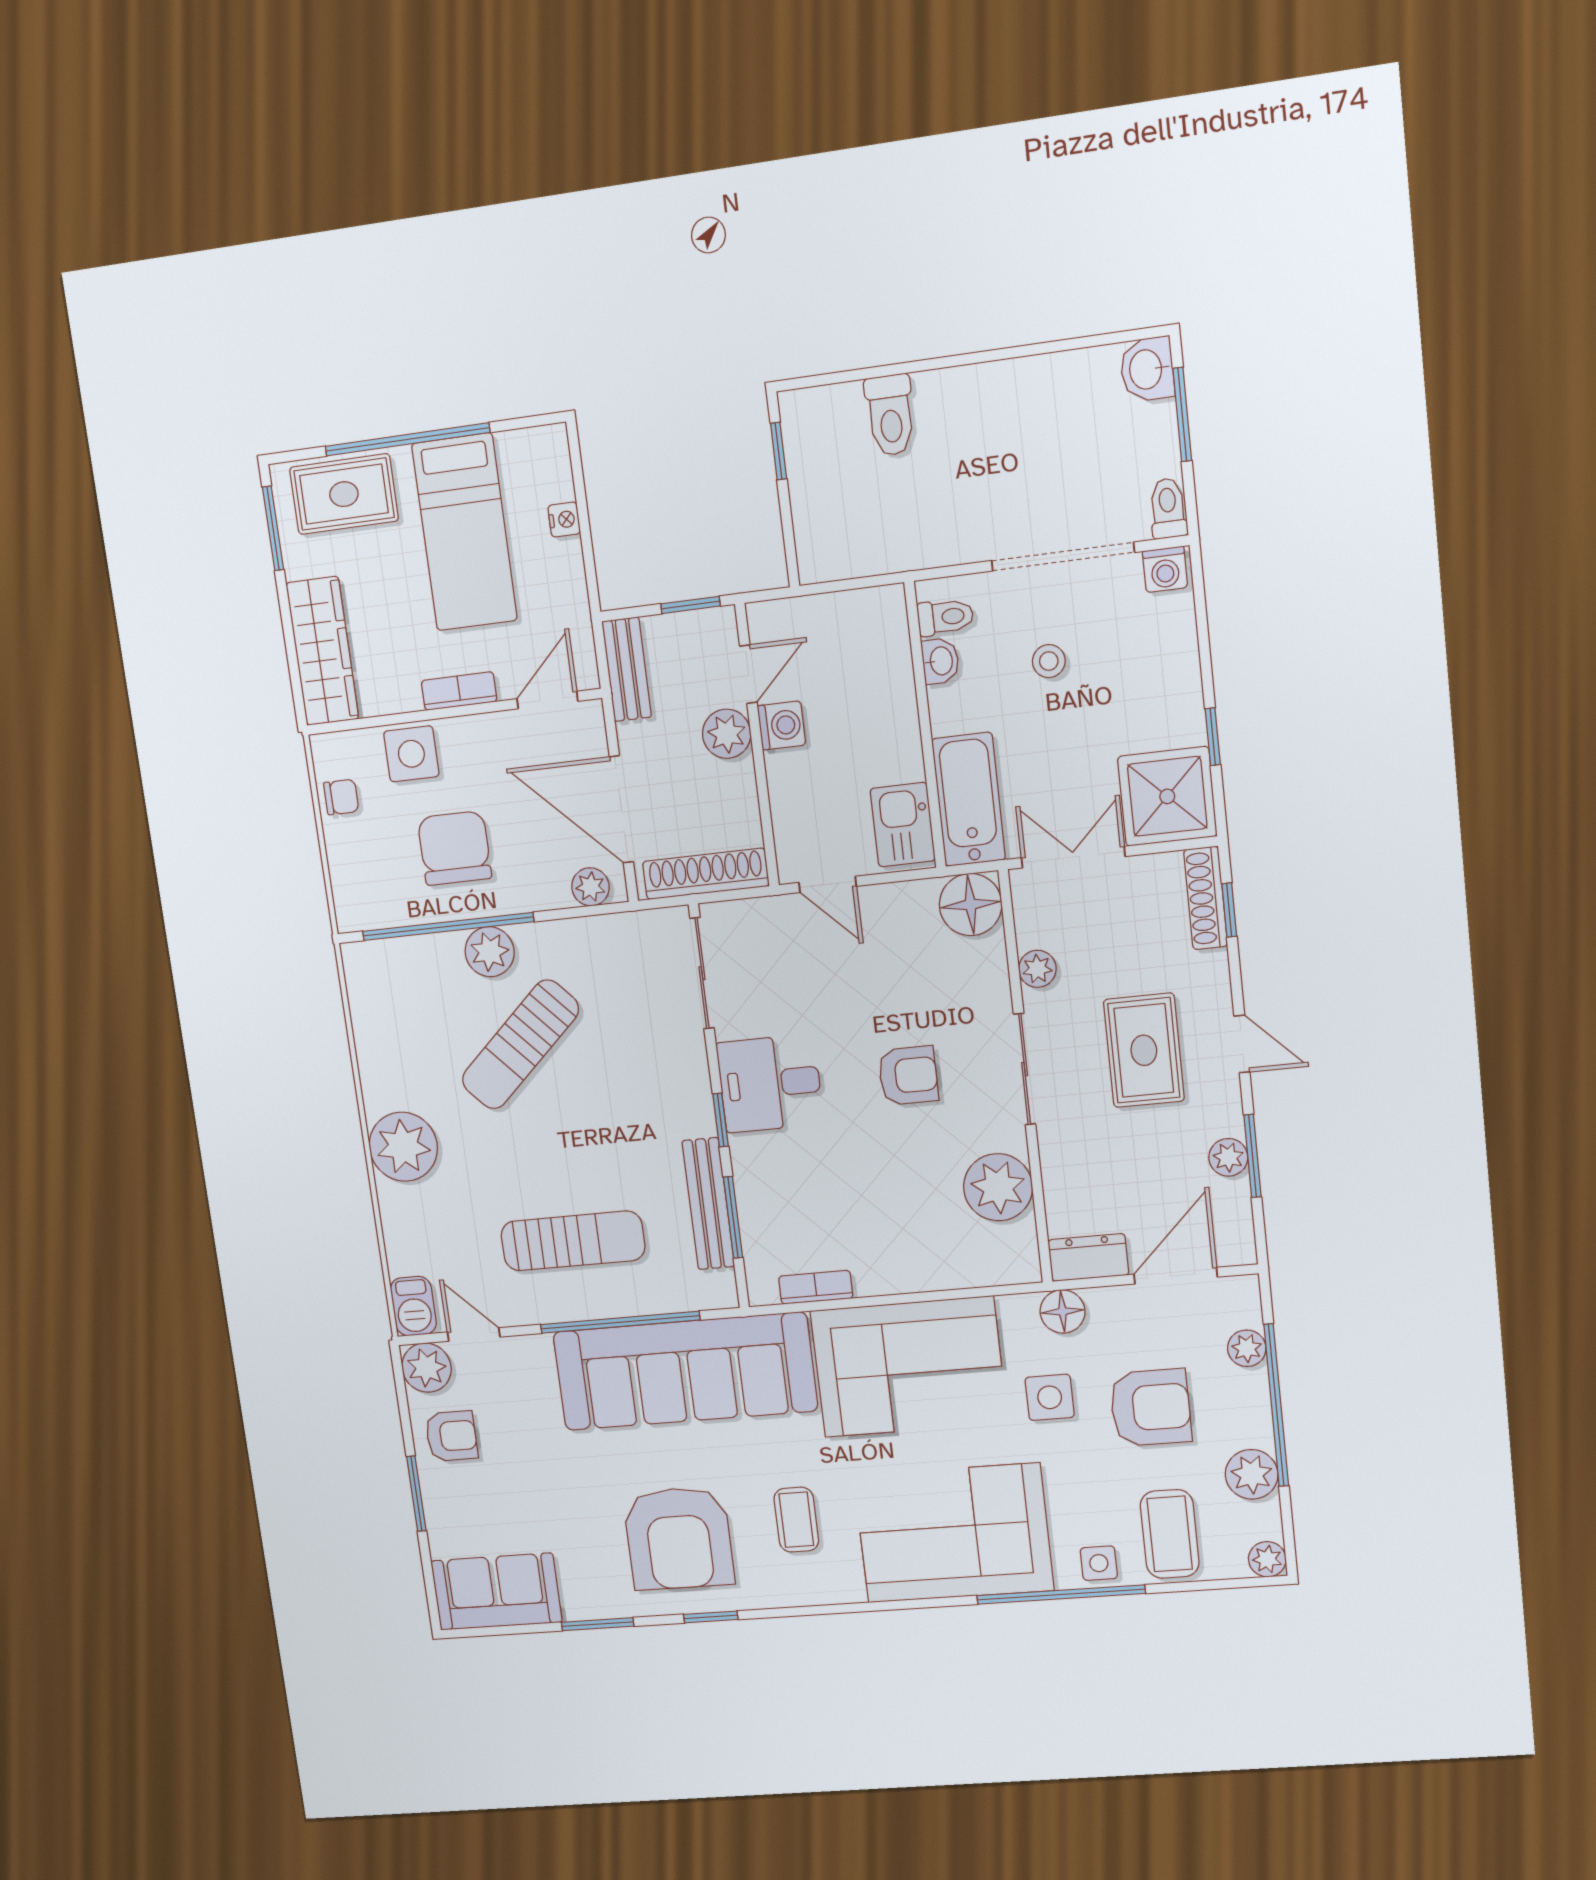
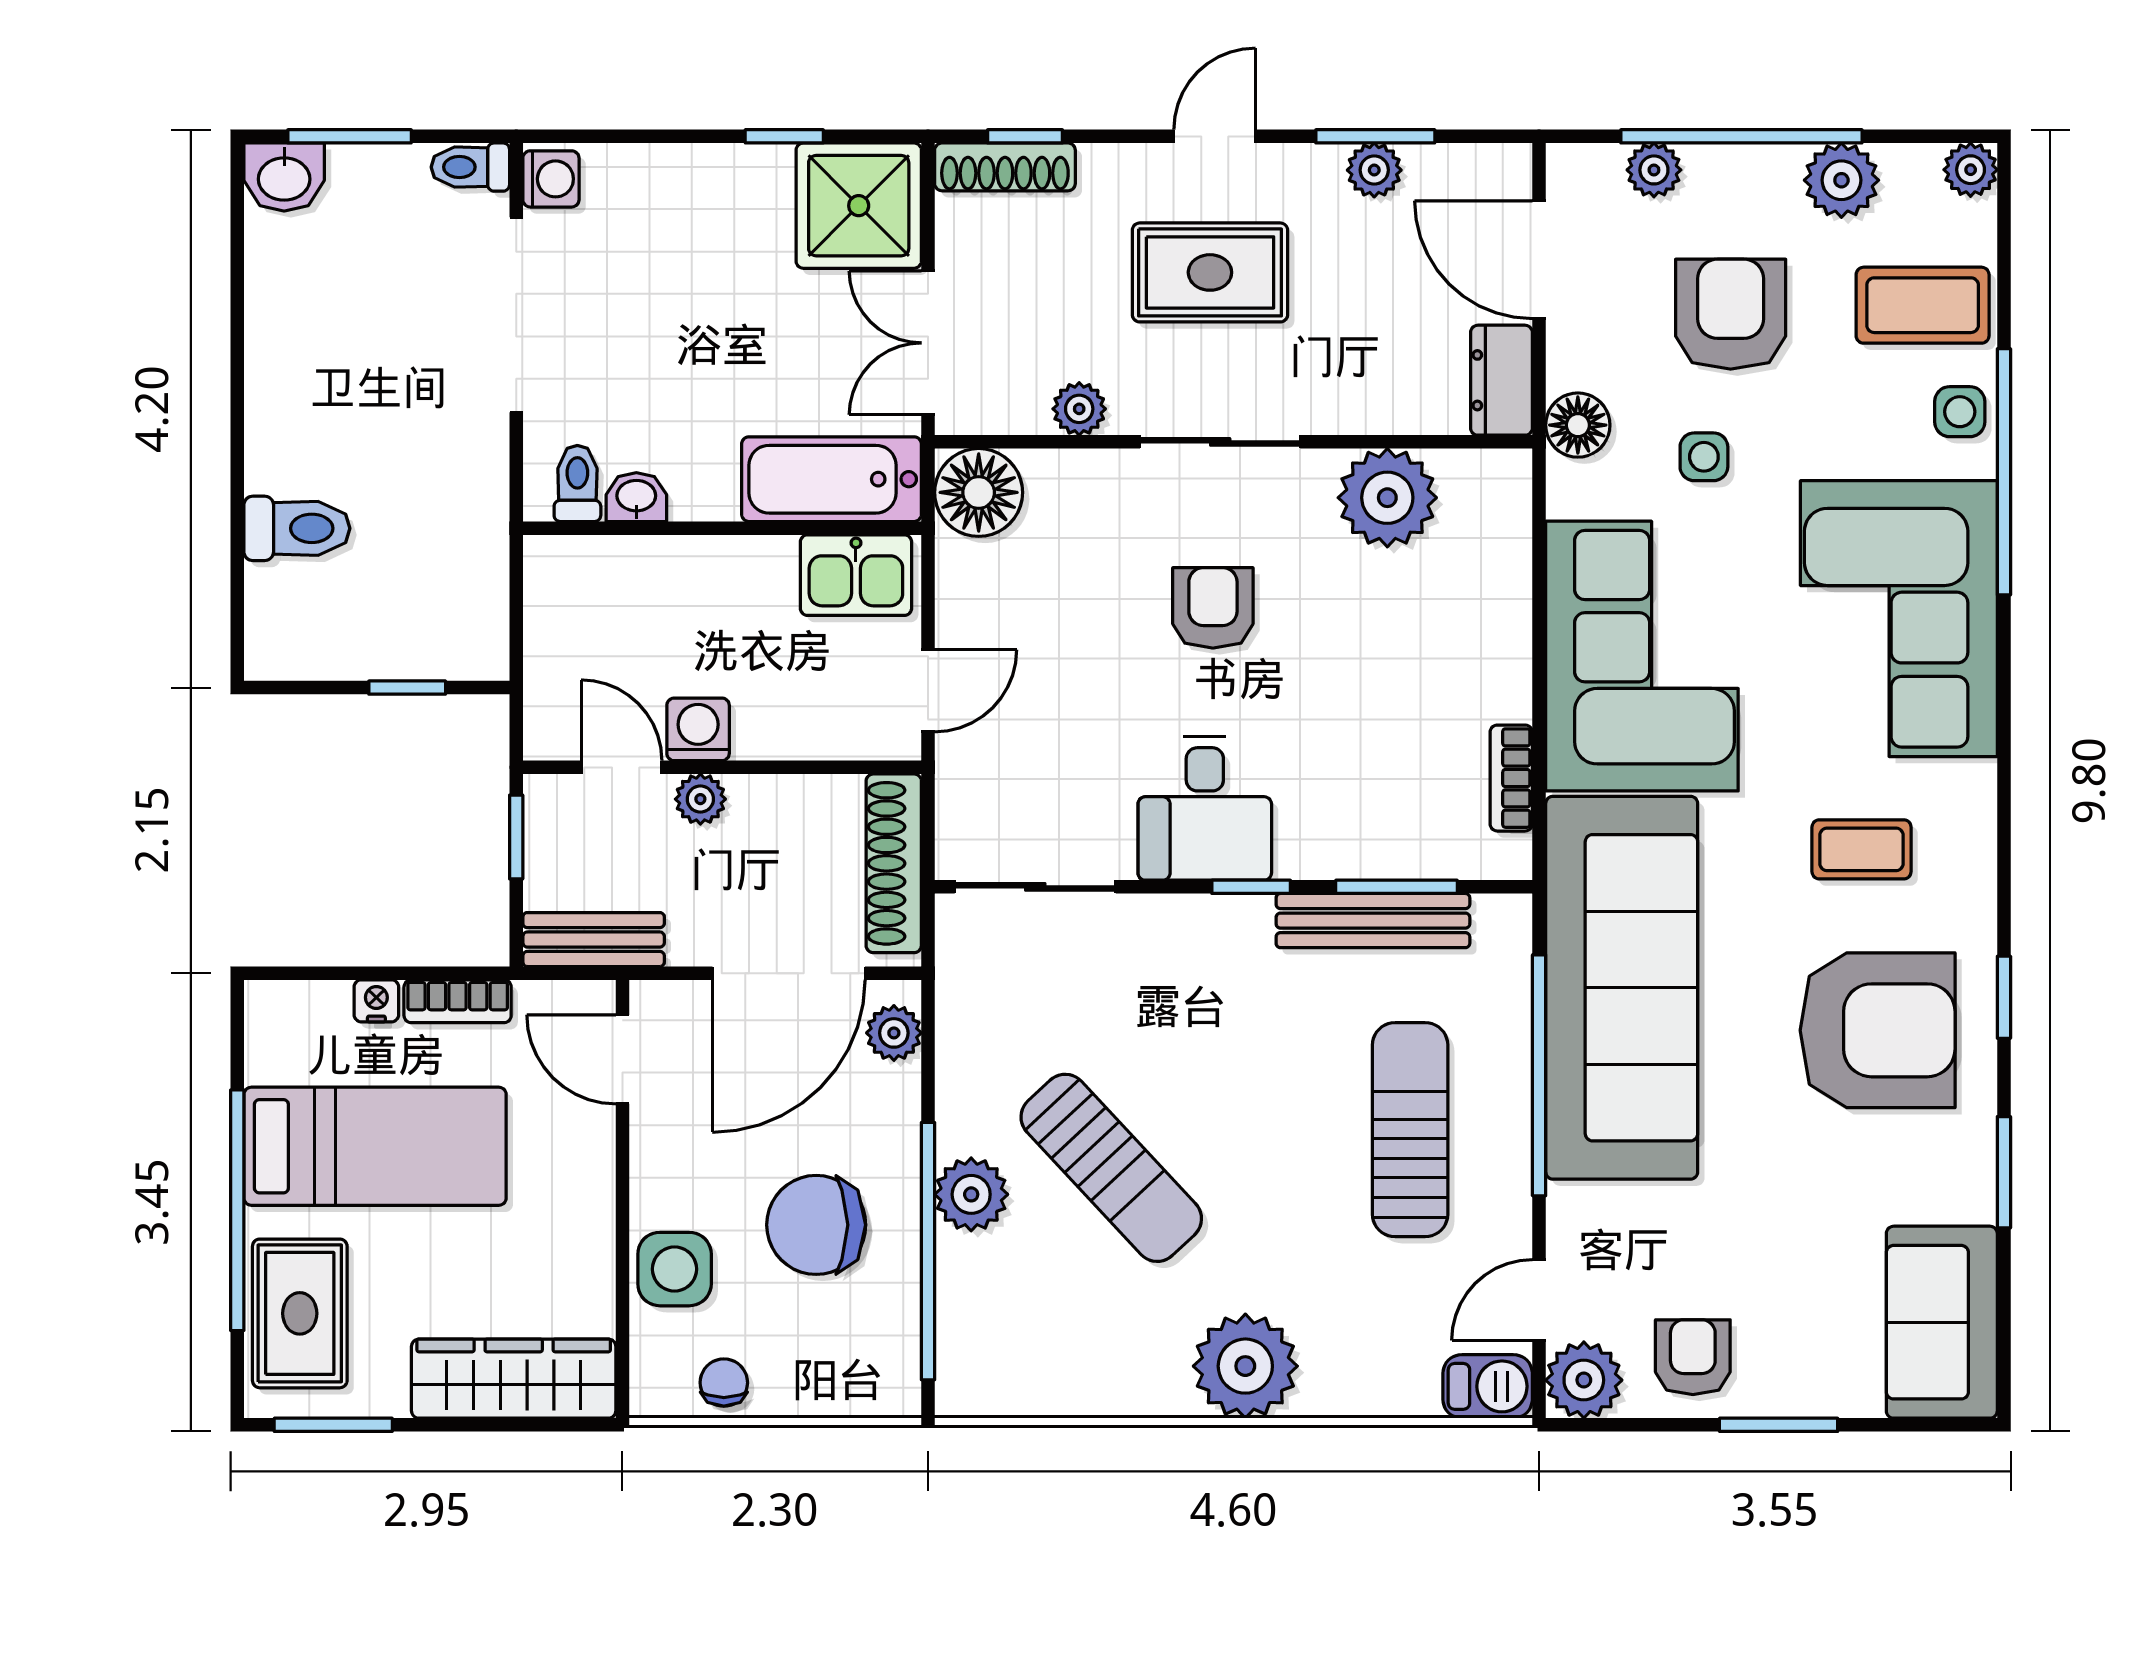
window: (779, 451) -> (407, 688), moved
stool: (1049, 661) -> (655, 348), removed
bookcase: (459, 691) -> (458, 1001), moved, turned -90
plant: (727, 734) -> (700, 799), width x0.73, depth x0.73
side table: (1050, 1397) -> (1704, 457), width x0.73, depth x0.73

